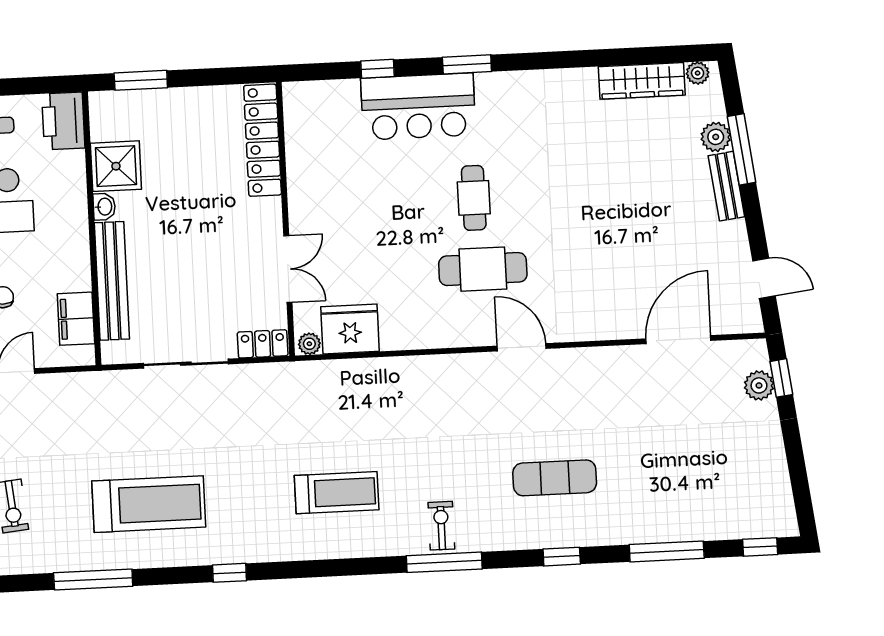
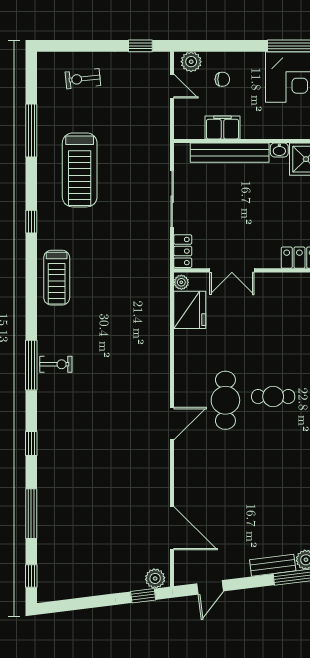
filing cabinet: (76, 319) -> (222, 128), moved
plant: (759, 385) -> (155, 578), moved
exercise mat: (555, 478) -> (84, 441), removed
treadmill: (337, 493) -> (57, 278), moved

